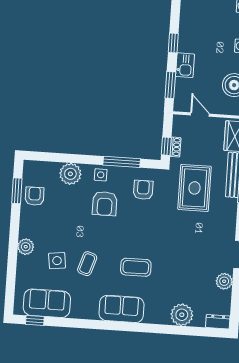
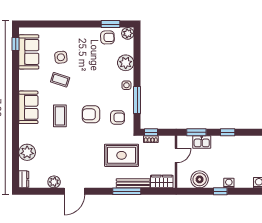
kitchen sink: (185, 65) -> (202, 142), moved
armchair: (105, 204) -> (91, 114), moved
plant: (26, 247) -> (128, 33), moved

